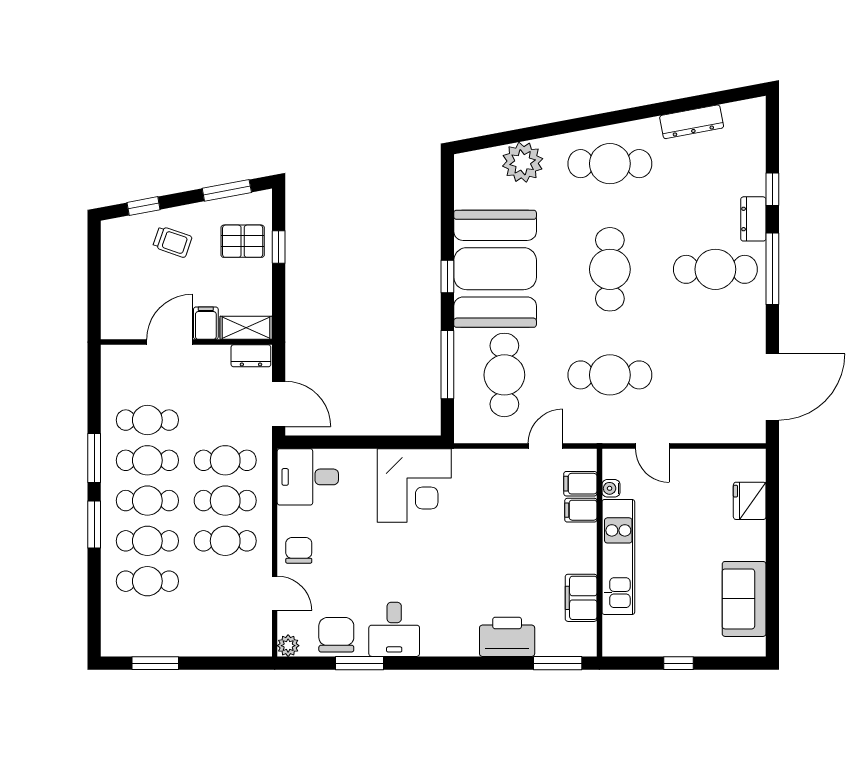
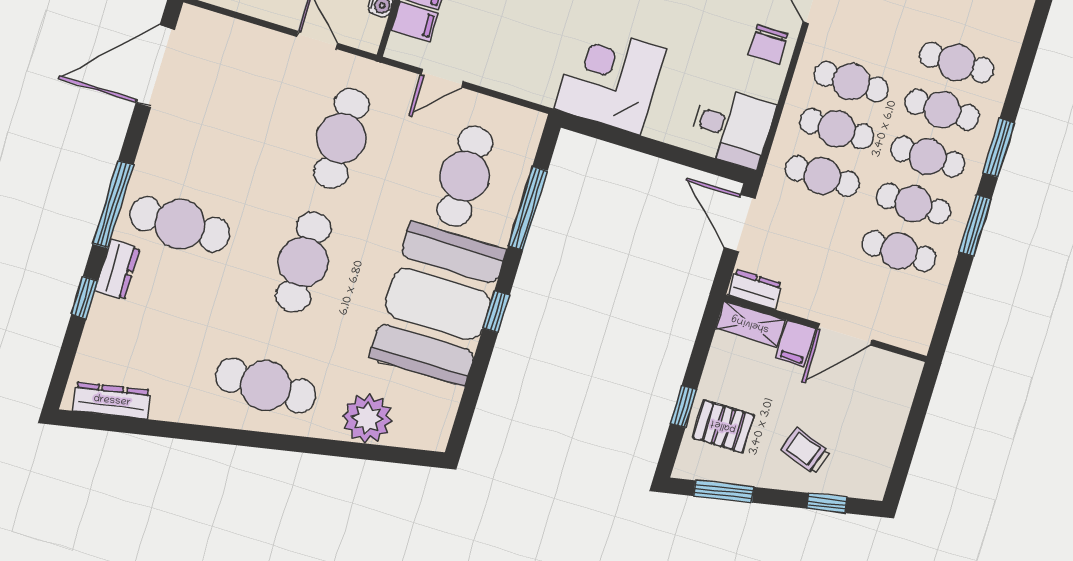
dresser: (692, 122) -> (112, 401), moved
cafe table: (610, 375) -> (341, 138), turned 90

